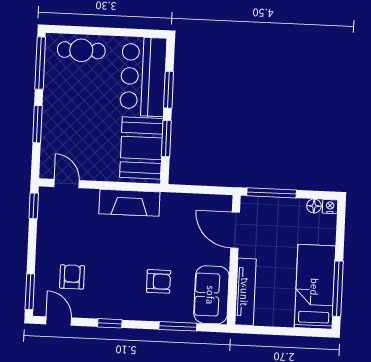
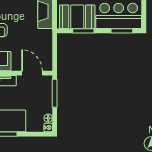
window: (169, 90) -> (122, 31), moved
door: (235, 230) -> (32, 73), hinge flipped

